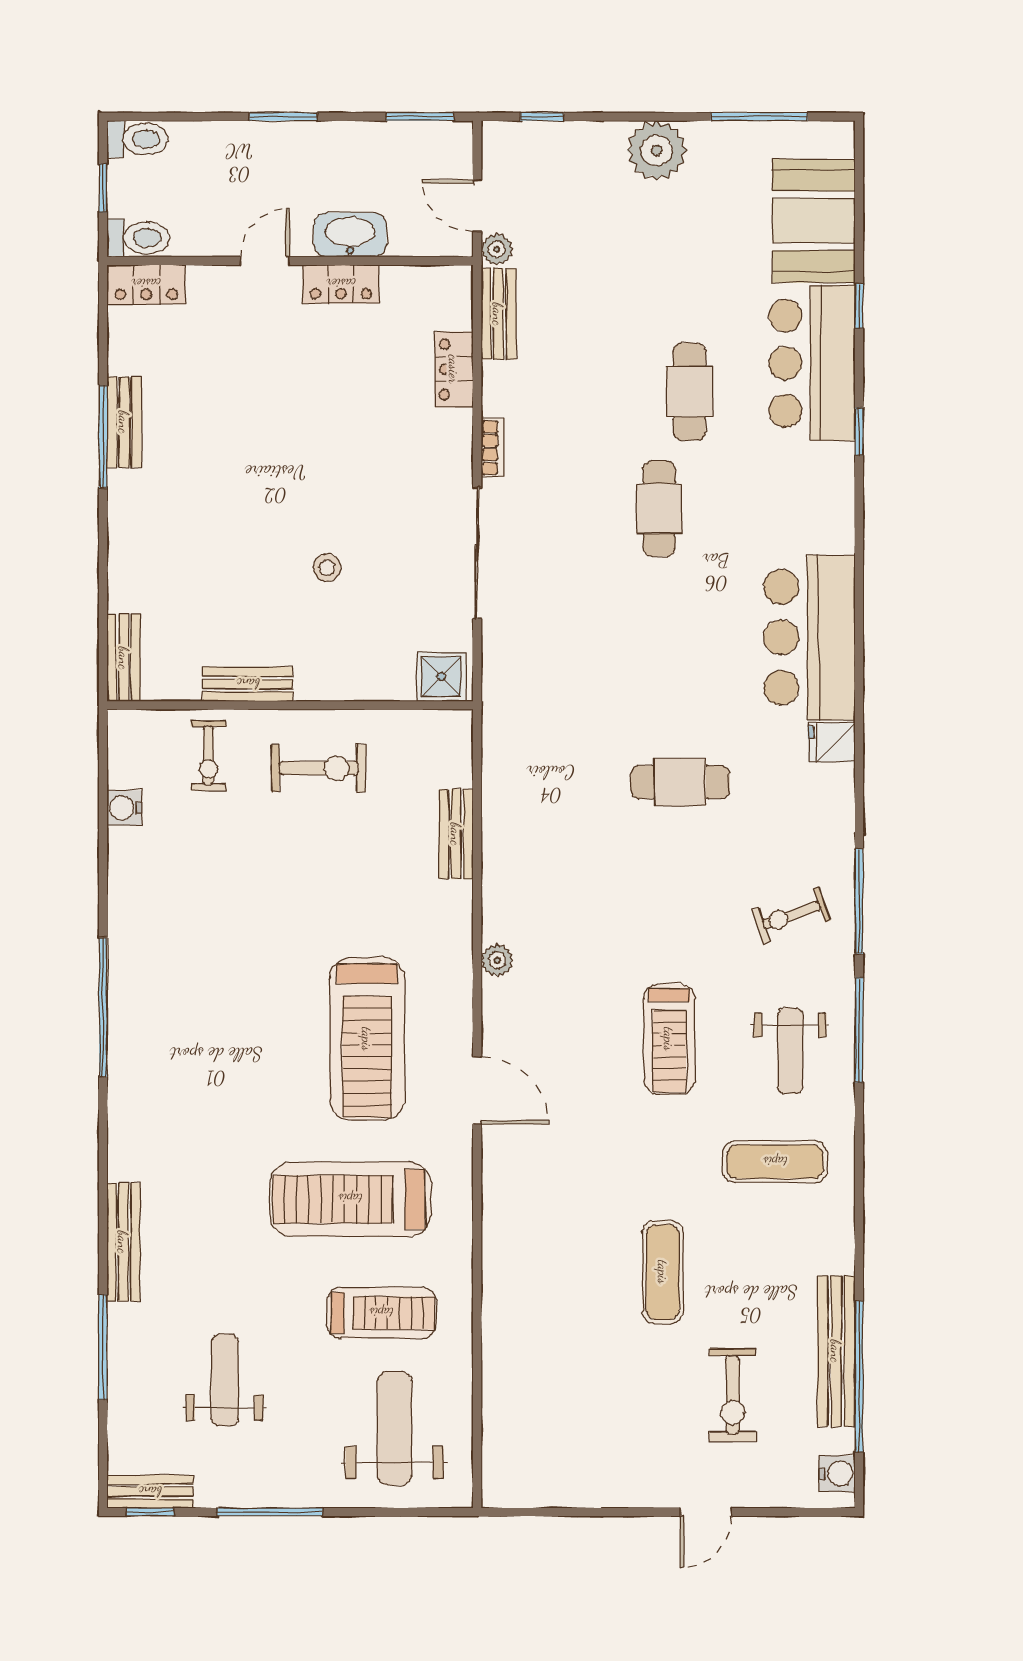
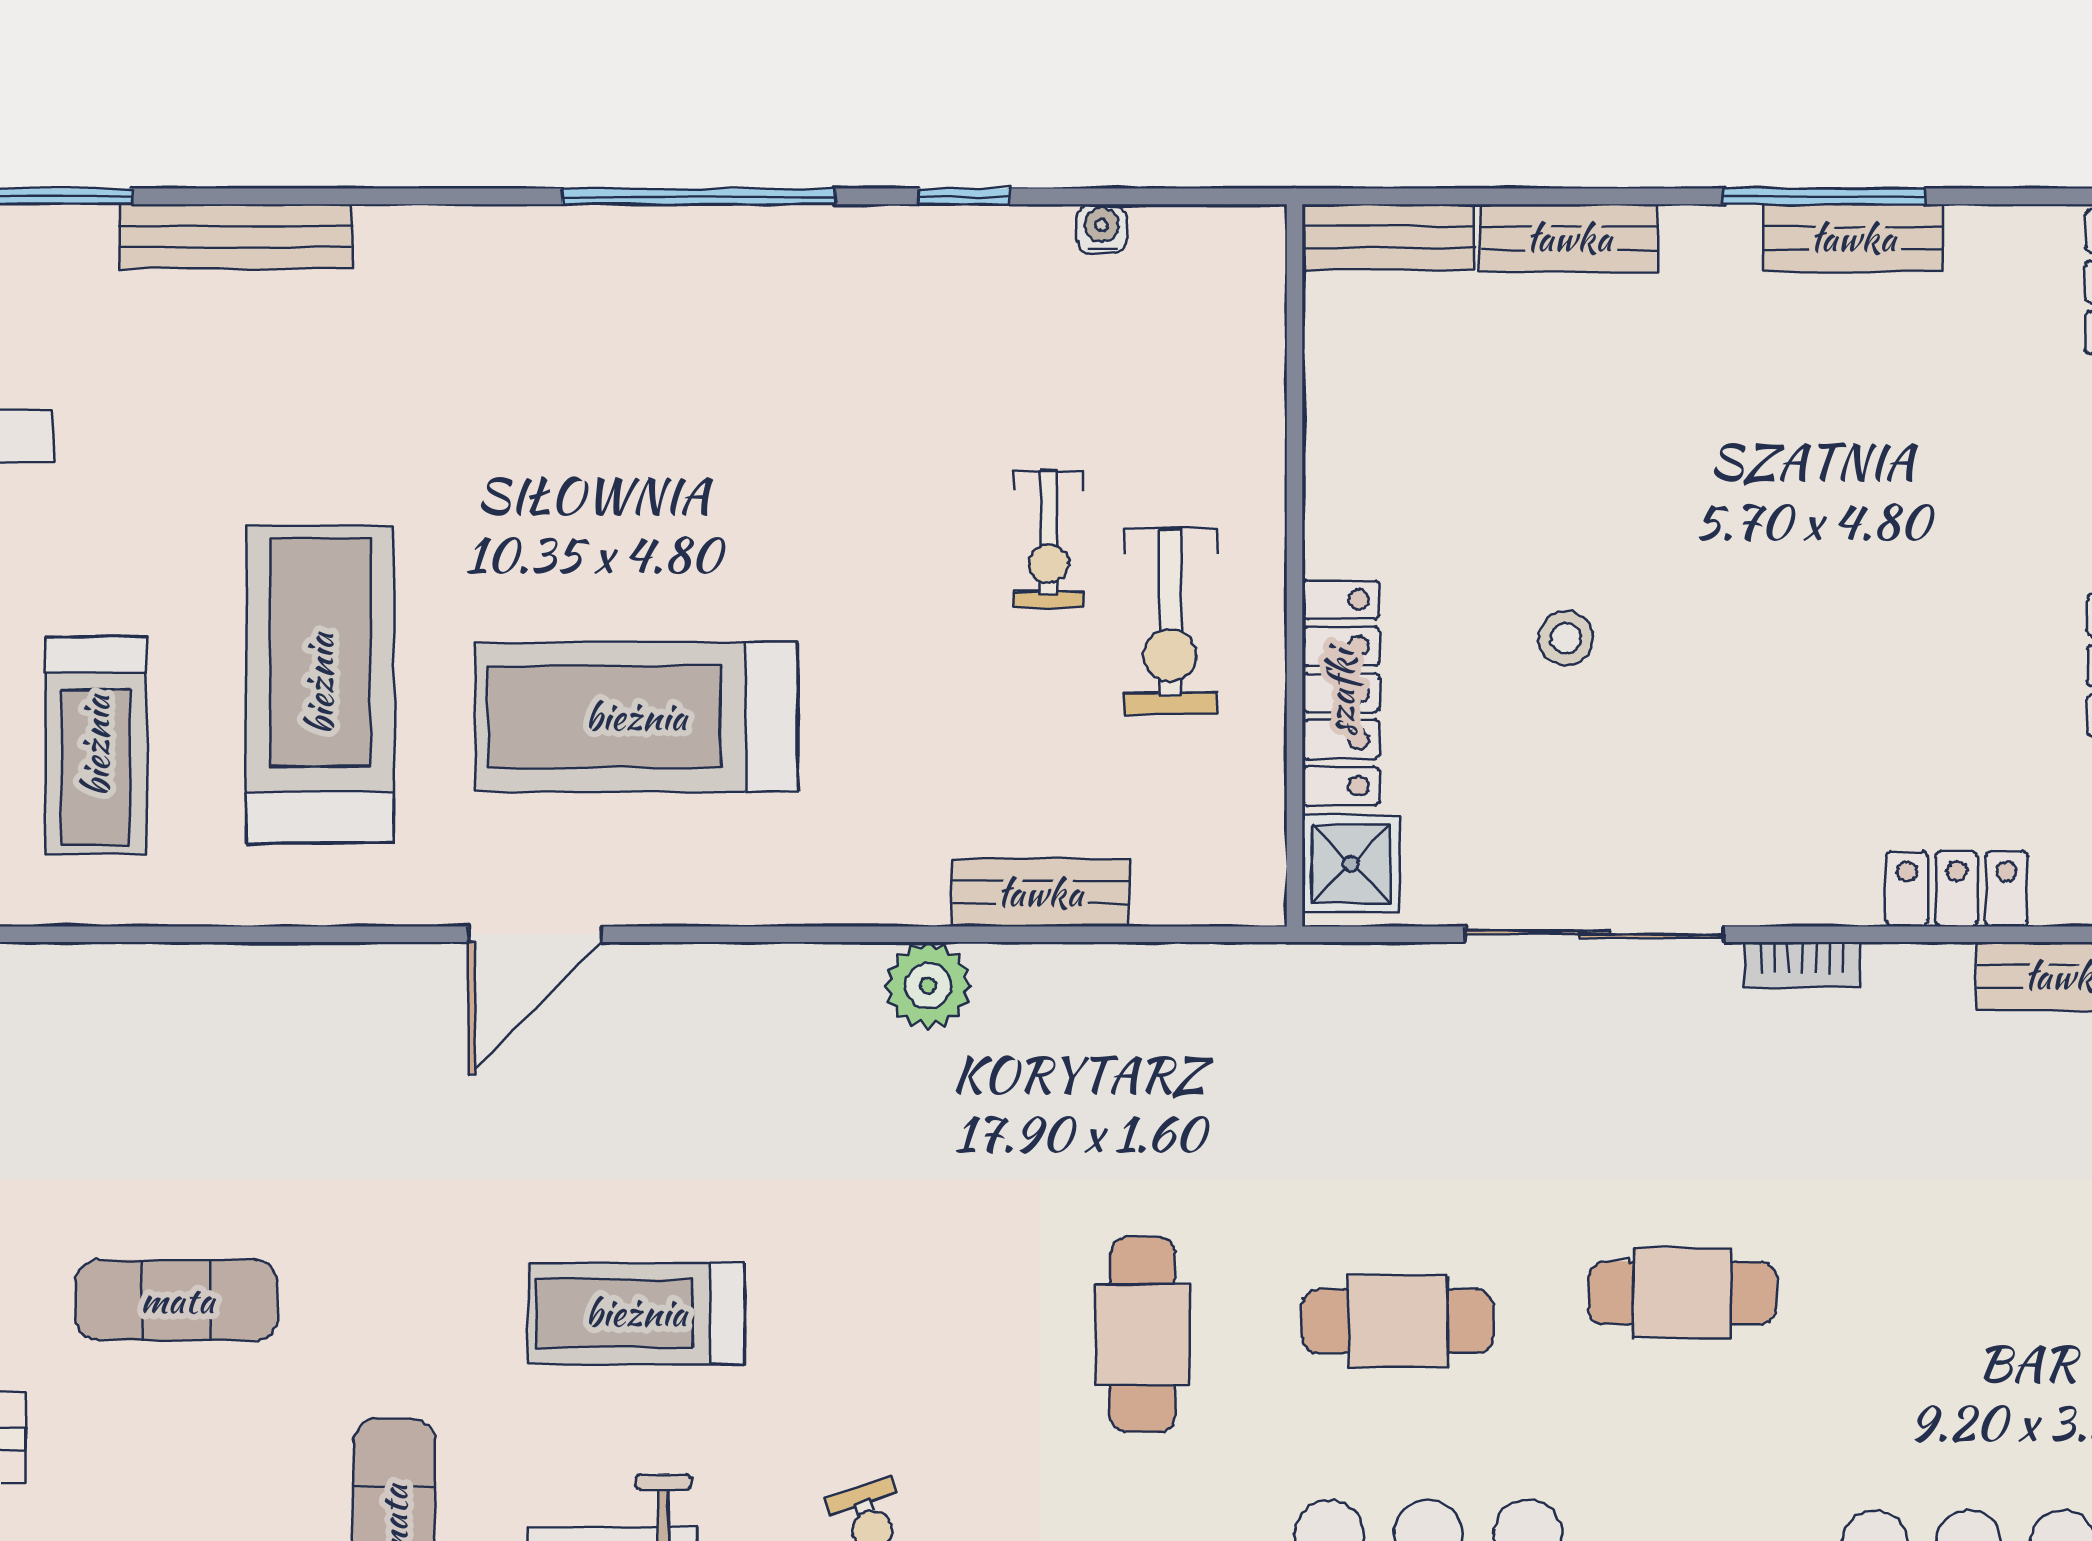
cafe table: (689, 392) -> (1398, 1321), moved
locker: (355, 682) -> (1341, 693), added
bench: (248, 684) -> (1569, 238), moved, turned 90
exercise bike: (208, 756) -> (1049, 539), moved, turned -90
water cooler: (124, 808) -> (1102, 229), width x0.72, depth x0.72
window: (103, 873) -> (964, 196), added
plant: (497, 960) -> (928, 986), moved, width x1.38, depth x1.38

